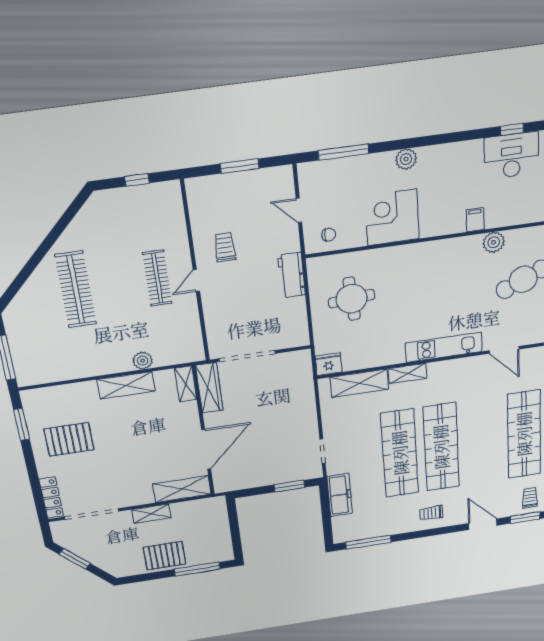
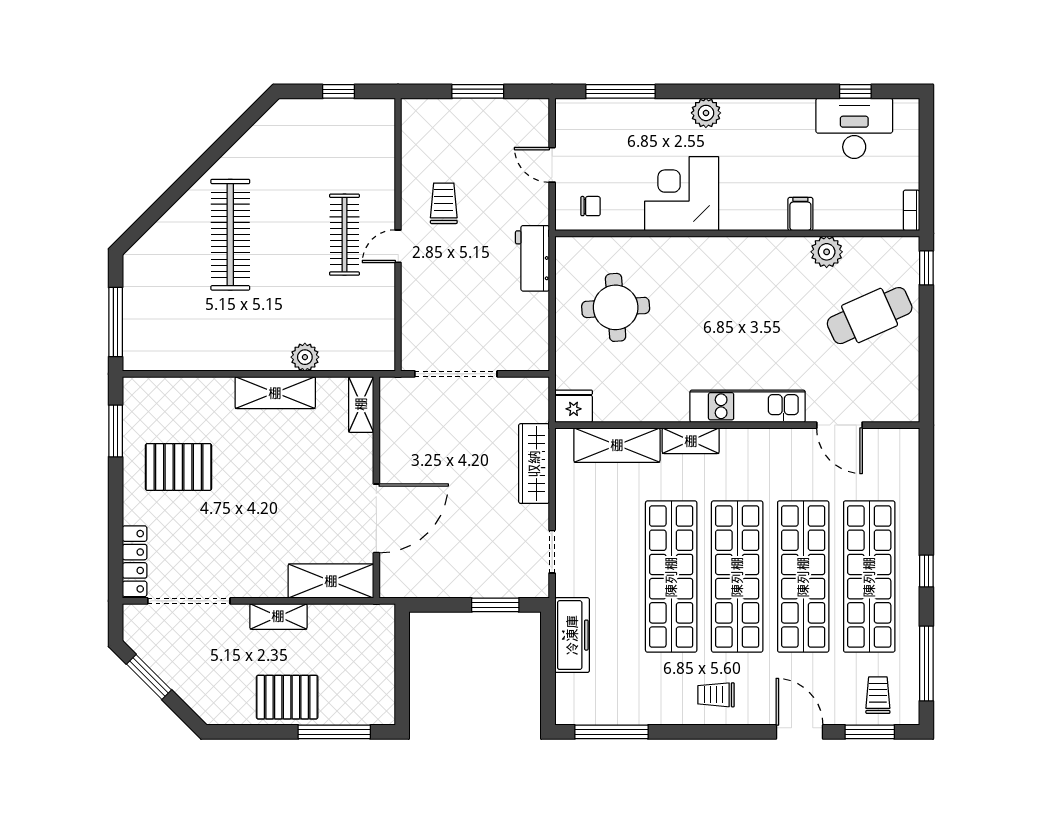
wardrobe: (209, 388) -> (534, 464), moved, turned 180
shop shelf: (483, 441) -> (803, 577), added

